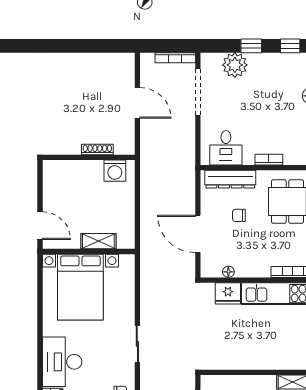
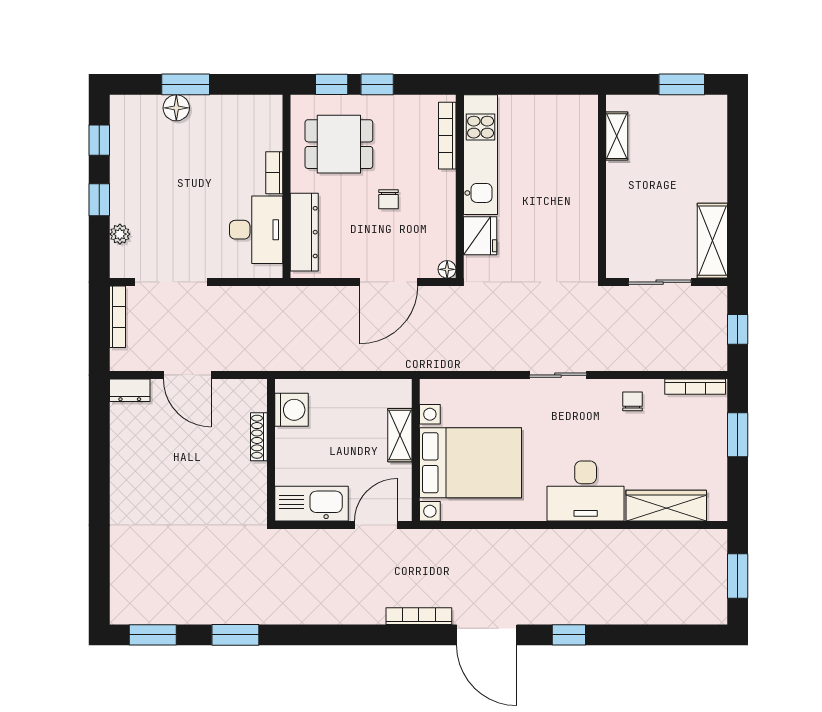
plant: (235, 65) -> (120, 234), width x0.53, depth x0.53
dresser: (127, 66) -> (130, 390), added
door: (137, 103) -> (187, 375), swing flipped
desk: (226, 148) -> (256, 230), width x1.37
kitchen sink: (54, 184) -> (311, 504), added
chair: (239, 215) -> (388, 199), moved
floor lamp: (228, 272) -> (447, 269), moved

